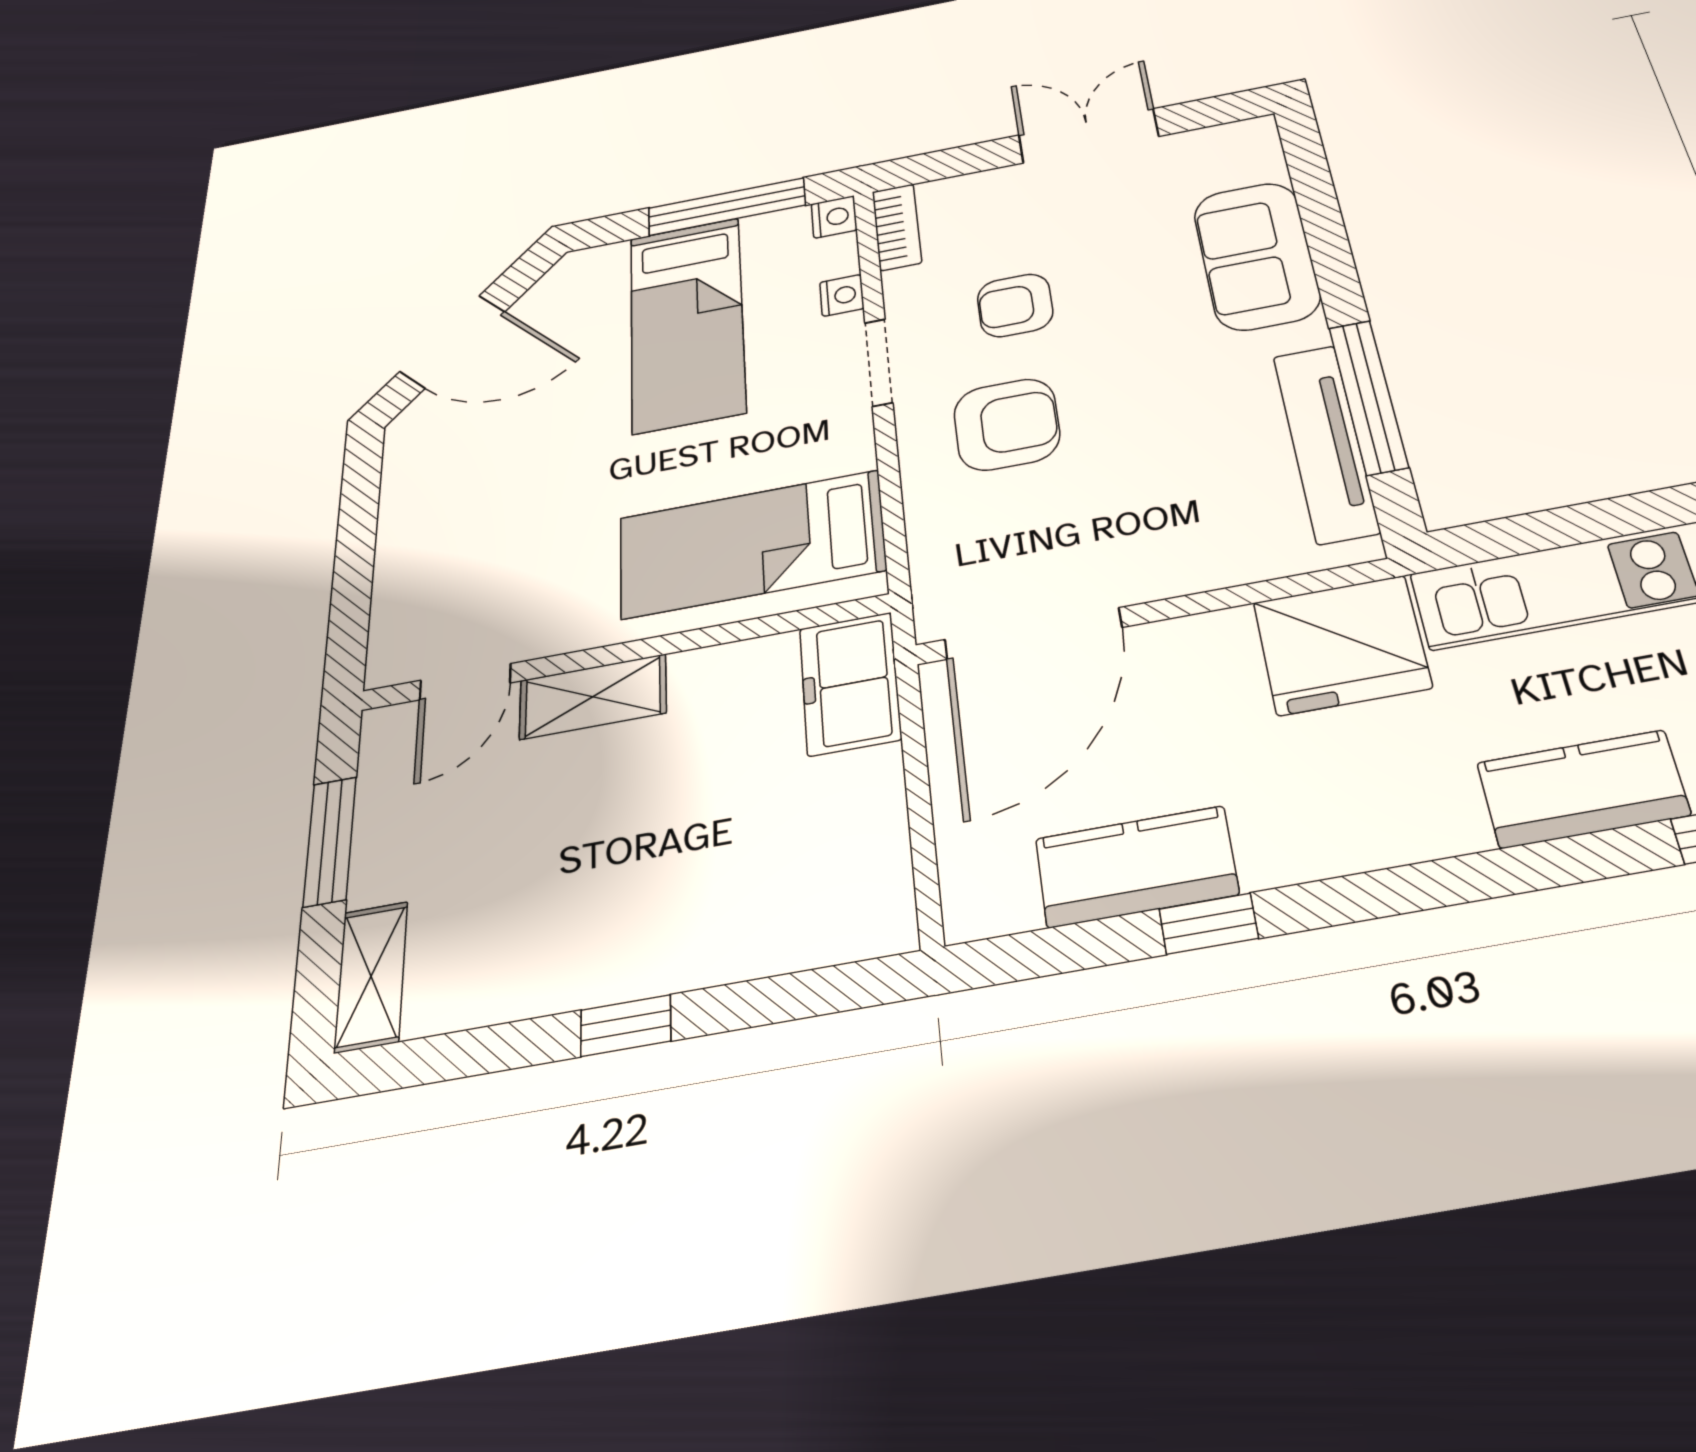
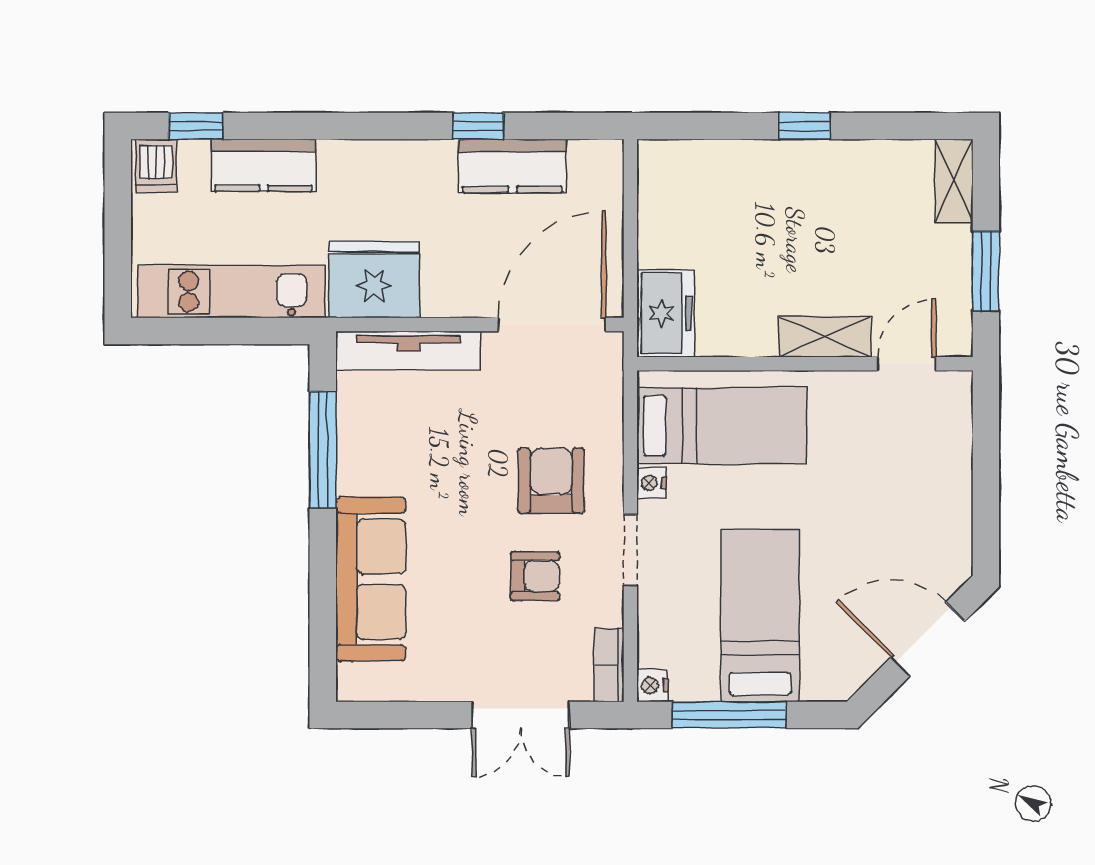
double door: (1088, 136) -> (521, 715), moved
sofa: (1256, 256) -> (371, 579), width x1.36
nightstand: (842, 295) -> (651, 483), moved
armchair: (1007, 424) -> (551, 481), turned 90
tv unit: (1326, 443) -> (408, 351), moved, turned 90

